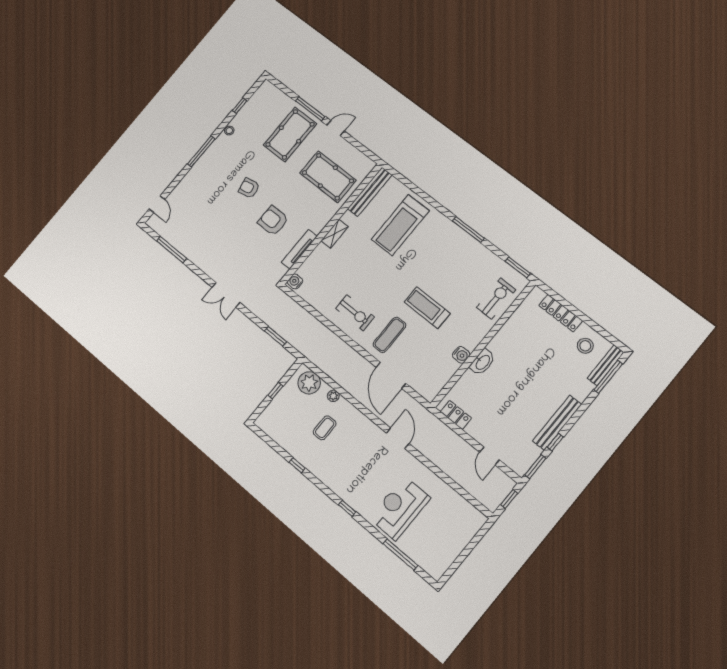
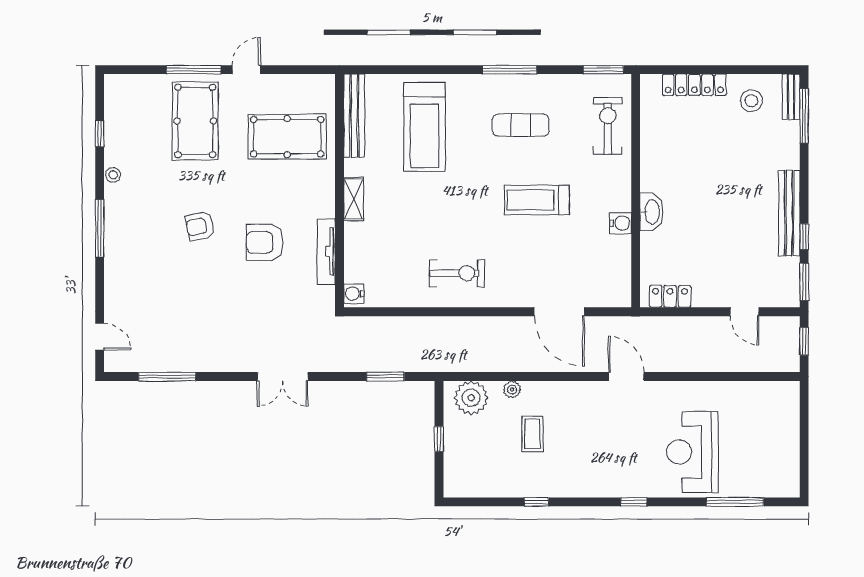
exercise mat: (389, 335) -> (521, 125), moved, turned 90
bench: (606, 365) -> (791, 97), width x0.73

